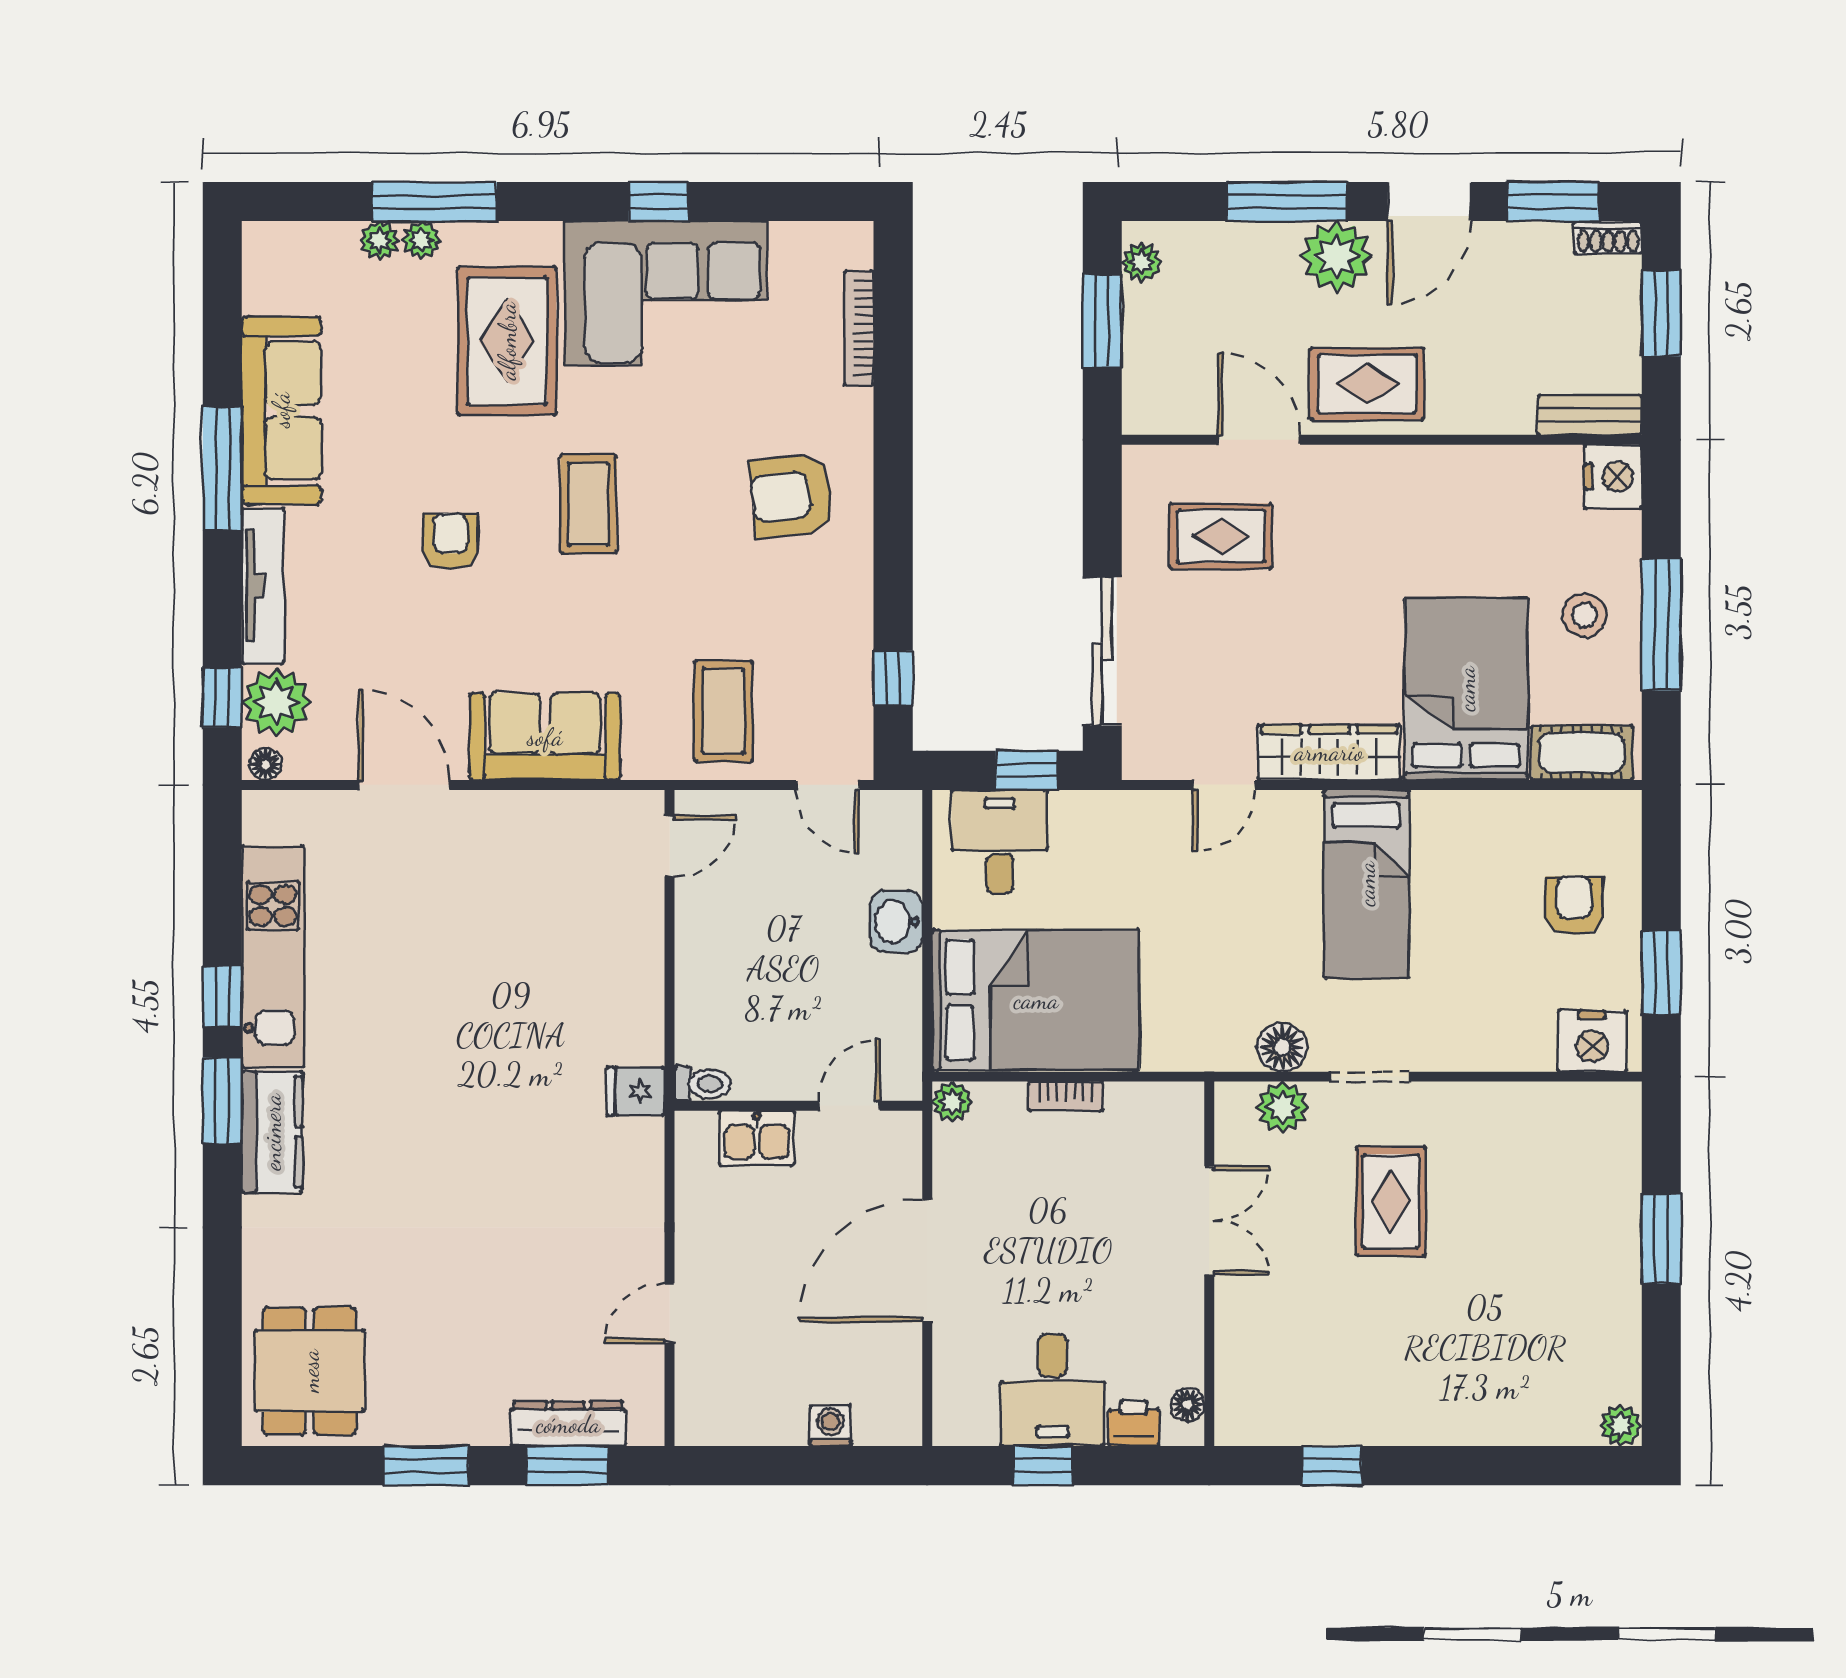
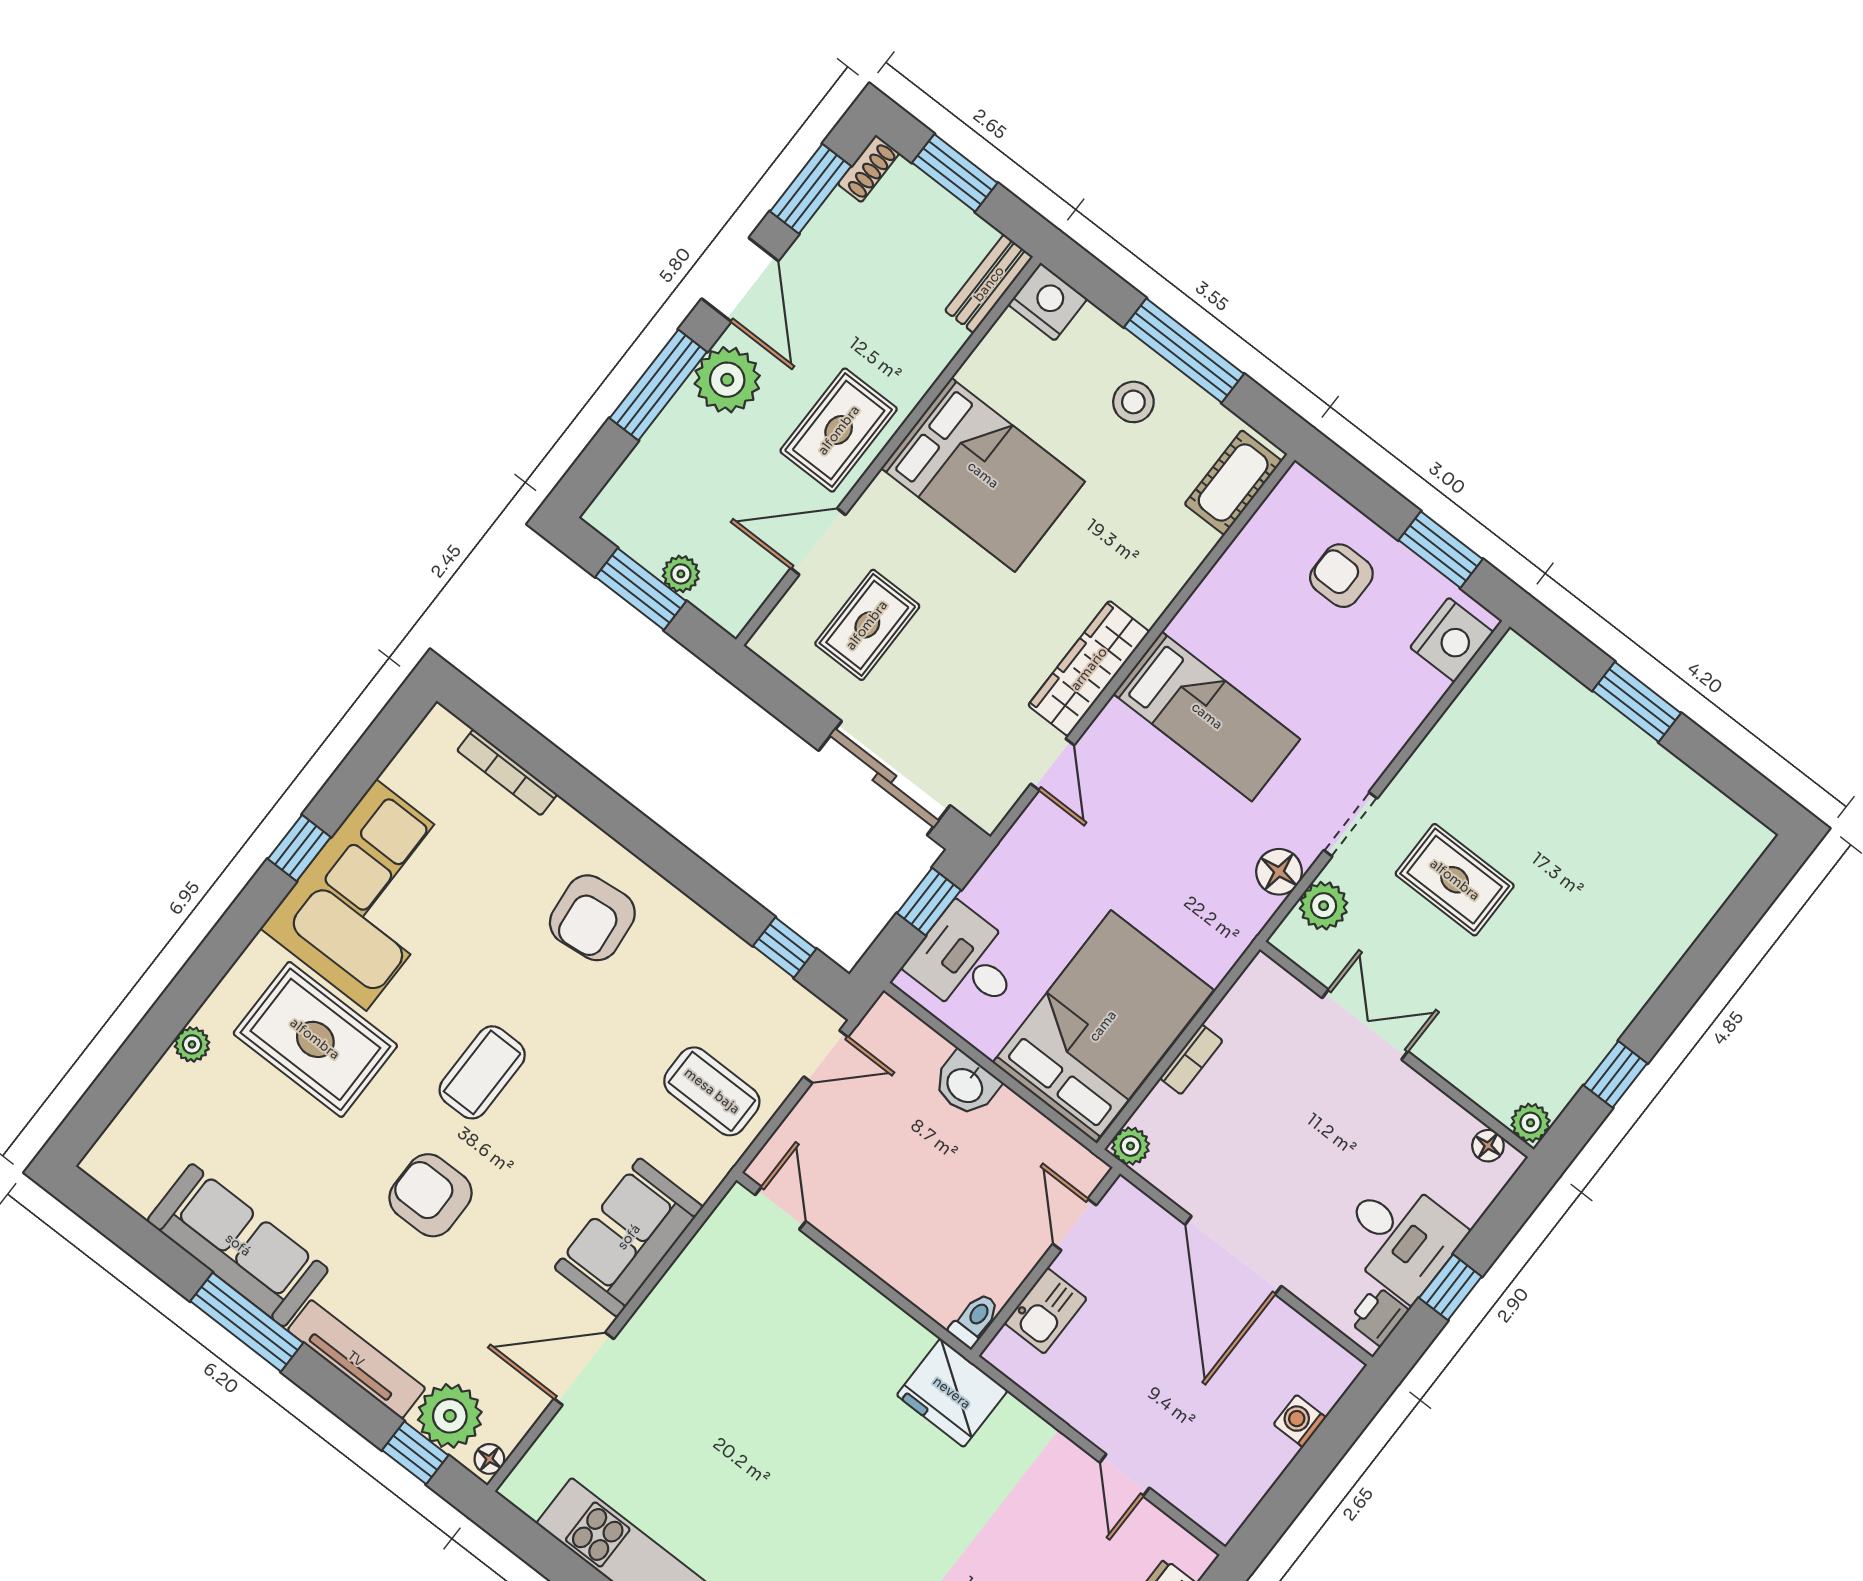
window: (434, 202) -> (171, 1013), removed
plant: (380, 240) -> (168, 1076), removed
plant: (1141, 262) -> (681, 574), moved
coffee table: (588, 504) -> (482, 1072), turned 90
armchair: (450, 541) -> (430, 1195), width x1.38, depth x1.38
bed: (1466, 689) -> (983, 475), moved, turned 180
fridge: (636, 1091) -> (952, 1393), width x1.88, depth x1.34
printer: (1134, 1423) -> (1378, 1316), moved
plant: (1621, 1425) -> (1531, 1123), moved

